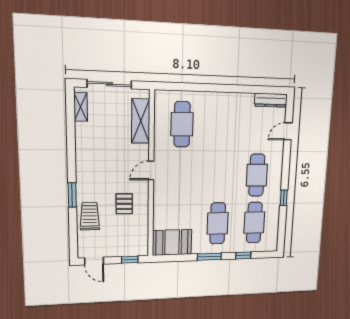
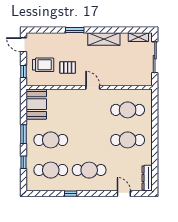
shelving: (141, 121) -> (104, 39), moved
cafe table: (221, 125) -> (128, 140), added
trolley: (90, 216) -> (43, 65), moved
door: (94, 261) -> (23, 45), hinge flipped

